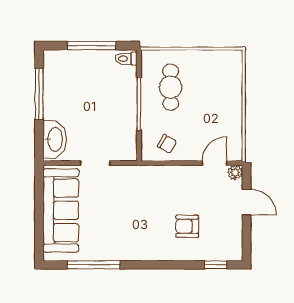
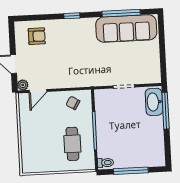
window: (39, 94) -> (166, 111), moved
sofa: (61, 210) -> (126, 29), moved, turned -90
armchair: (187, 226) -> (37, 36), moved
window: (216, 265) -> (72, 16), moved

